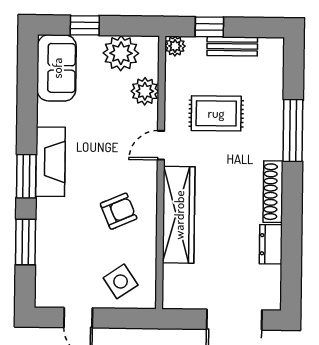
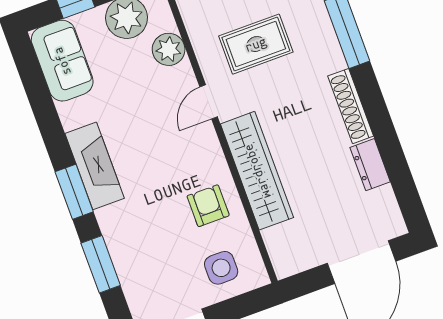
armchair: (119, 211) -> (208, 206), moved, turned -67
side table: (121, 281) -> (221, 268), turned 34

